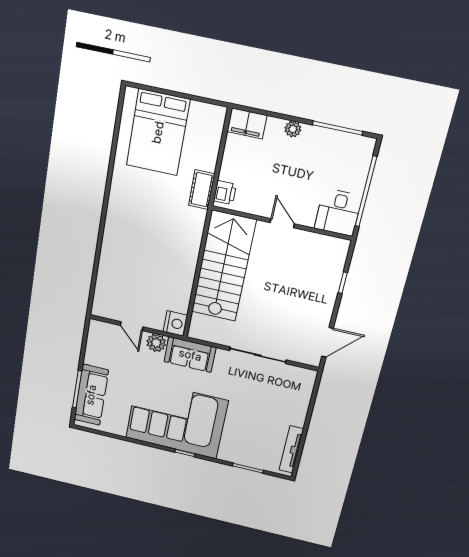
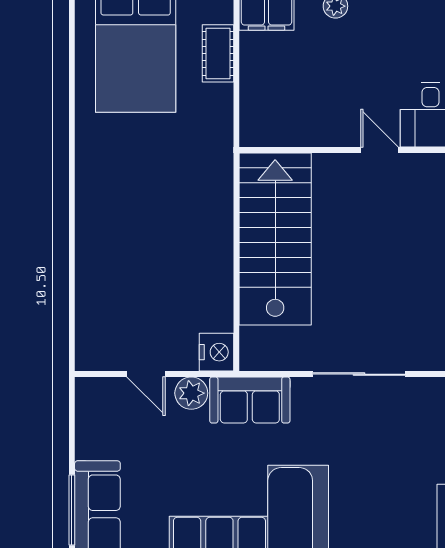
cot: (202, 190) -> (218, 53), moved
printer: (225, 193) -> (254, 122), removed
door: (282, 223) -> (379, 150), moved

